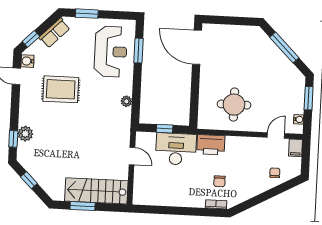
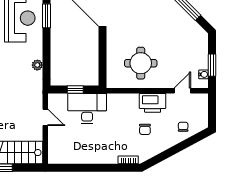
window: (309, 98) -> (212, 65), moved
printer: (211, 145) -> (153, 103), moved
filing cabinet: (296, 148) -> (202, 102), removed
chair: (219, 181) -> (145, 129), moved

